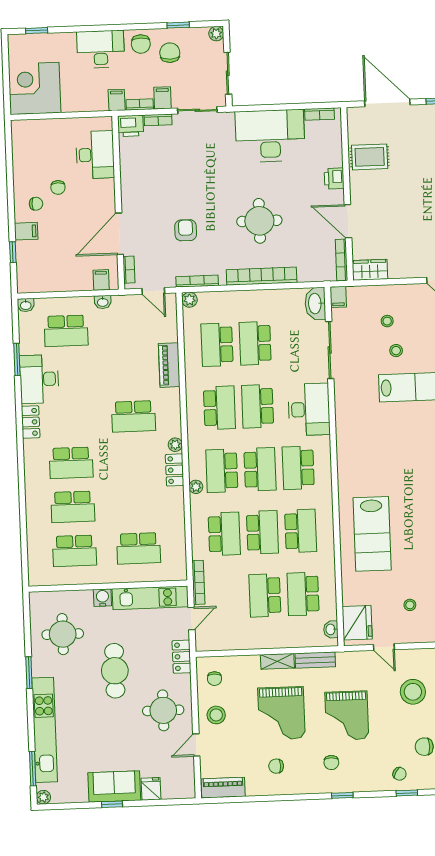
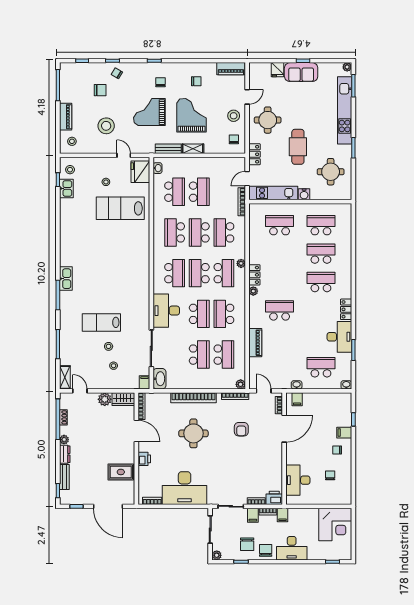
chair: (58, 187) -> (330, 475), moved
plant: (399, 268) -> (105, 399), added
lab bench: (372, 534) -> (120, 208), moved, turned -90
grand piano: (347, 716) -> (149, 112), turned -90

